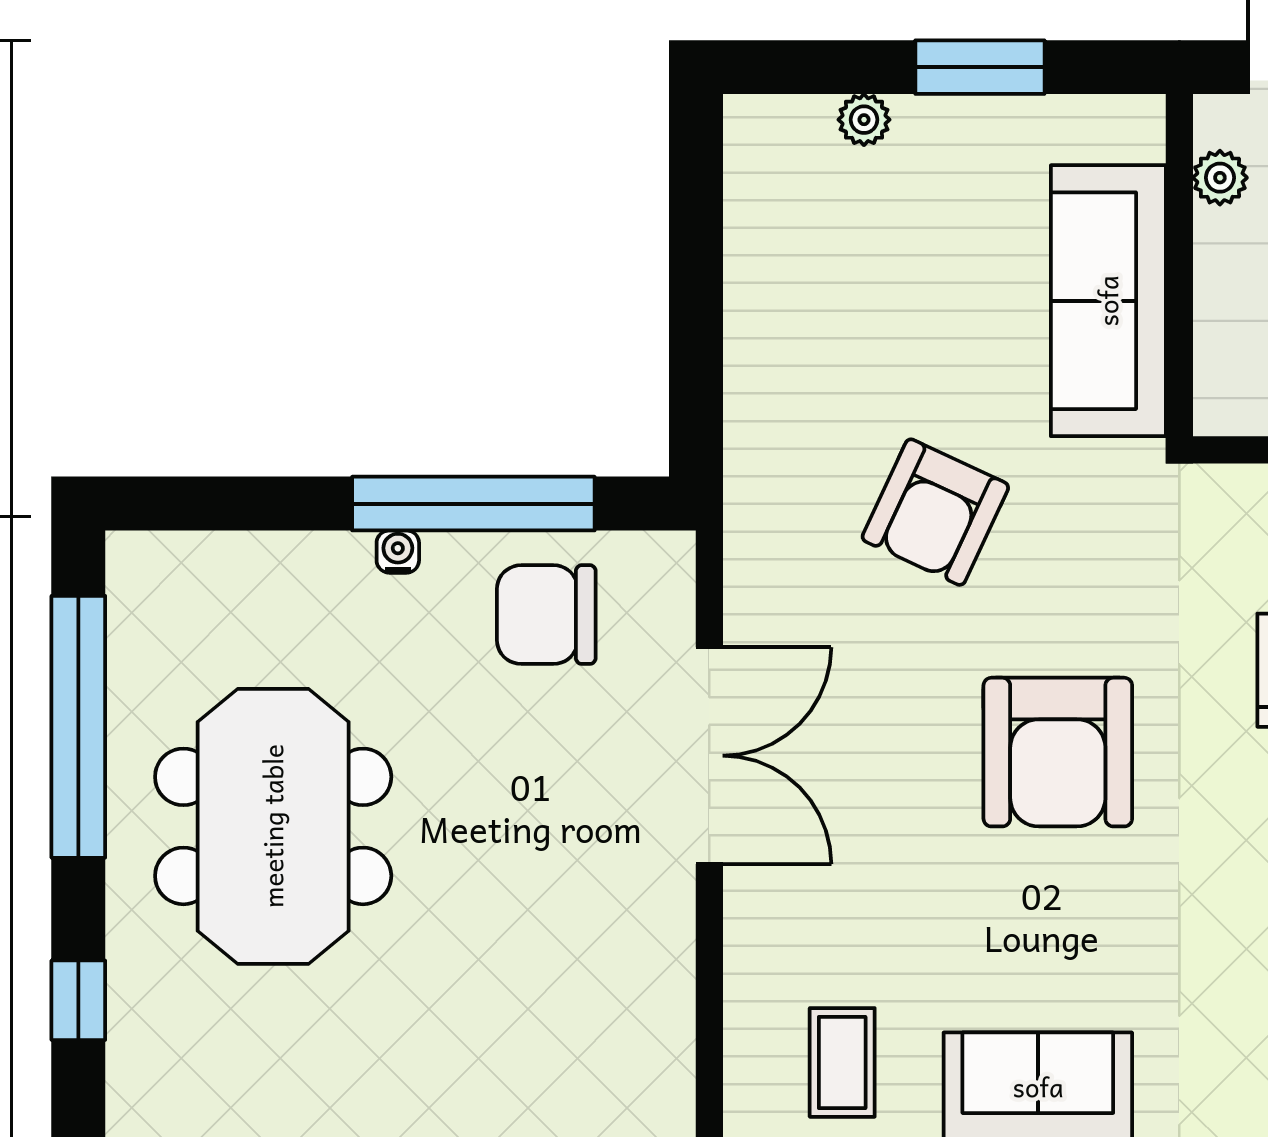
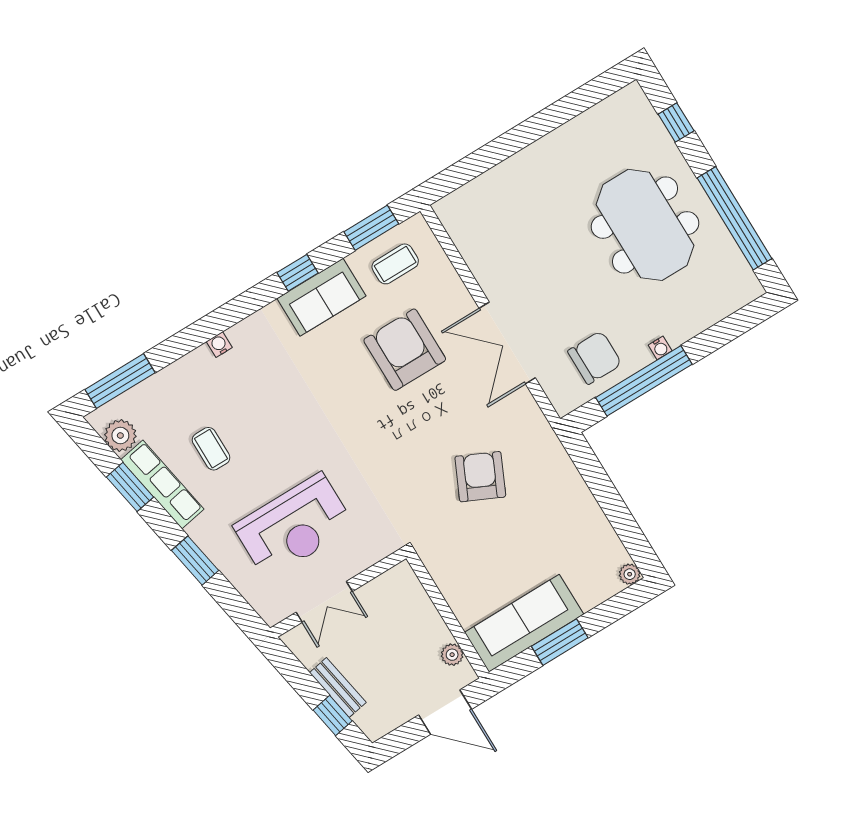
plant: (864, 120) -> (630, 574), moved
sofa: (1108, 301) -> (524, 623), moved, turned -90
armchair: (1058, 752) -> (405, 350), moved
coffee table: (842, 1062) -> (395, 264), turned 90

